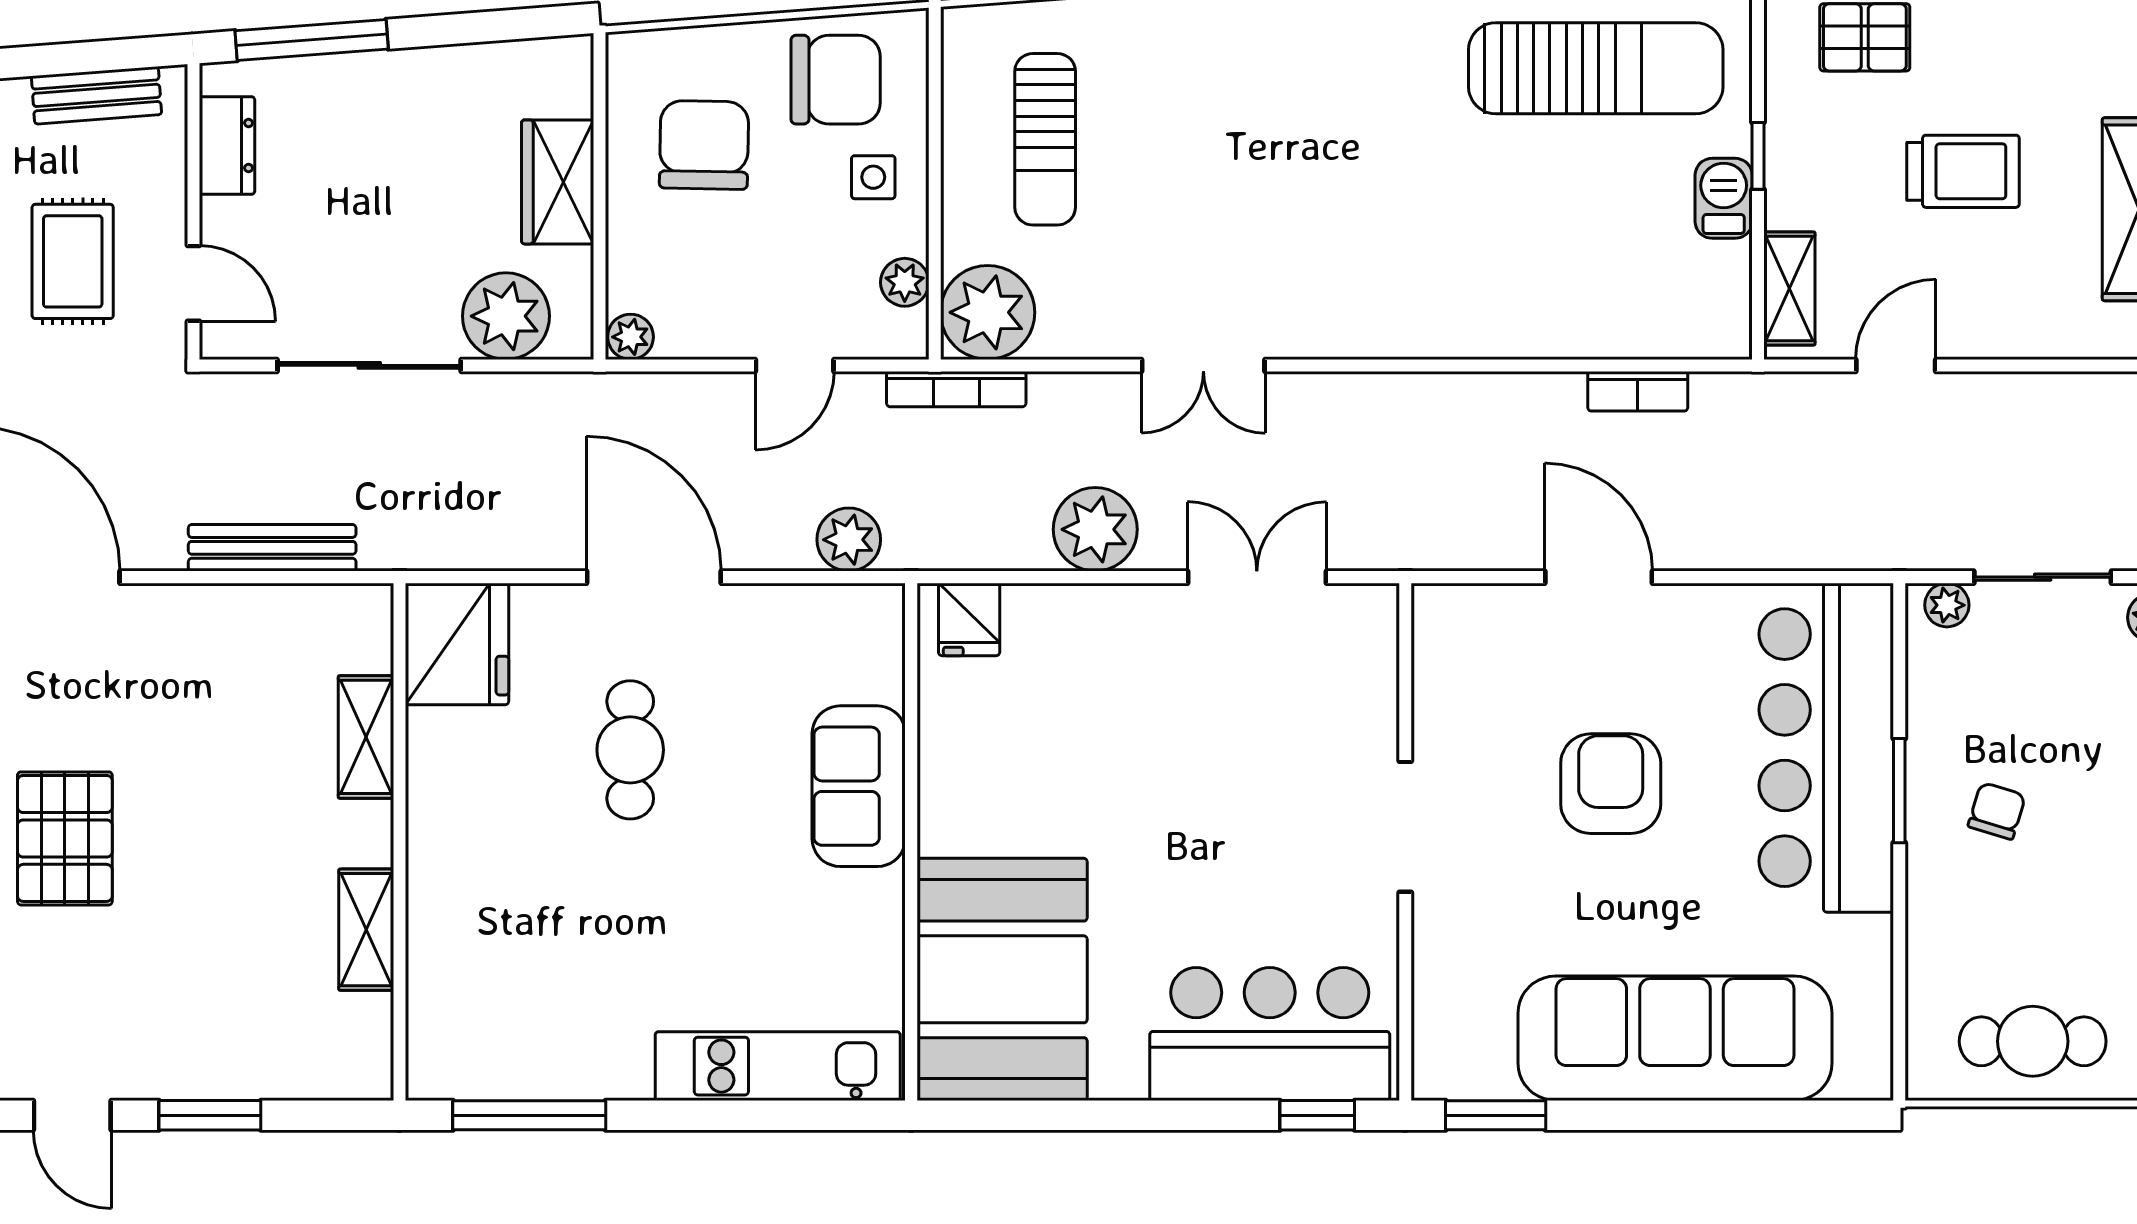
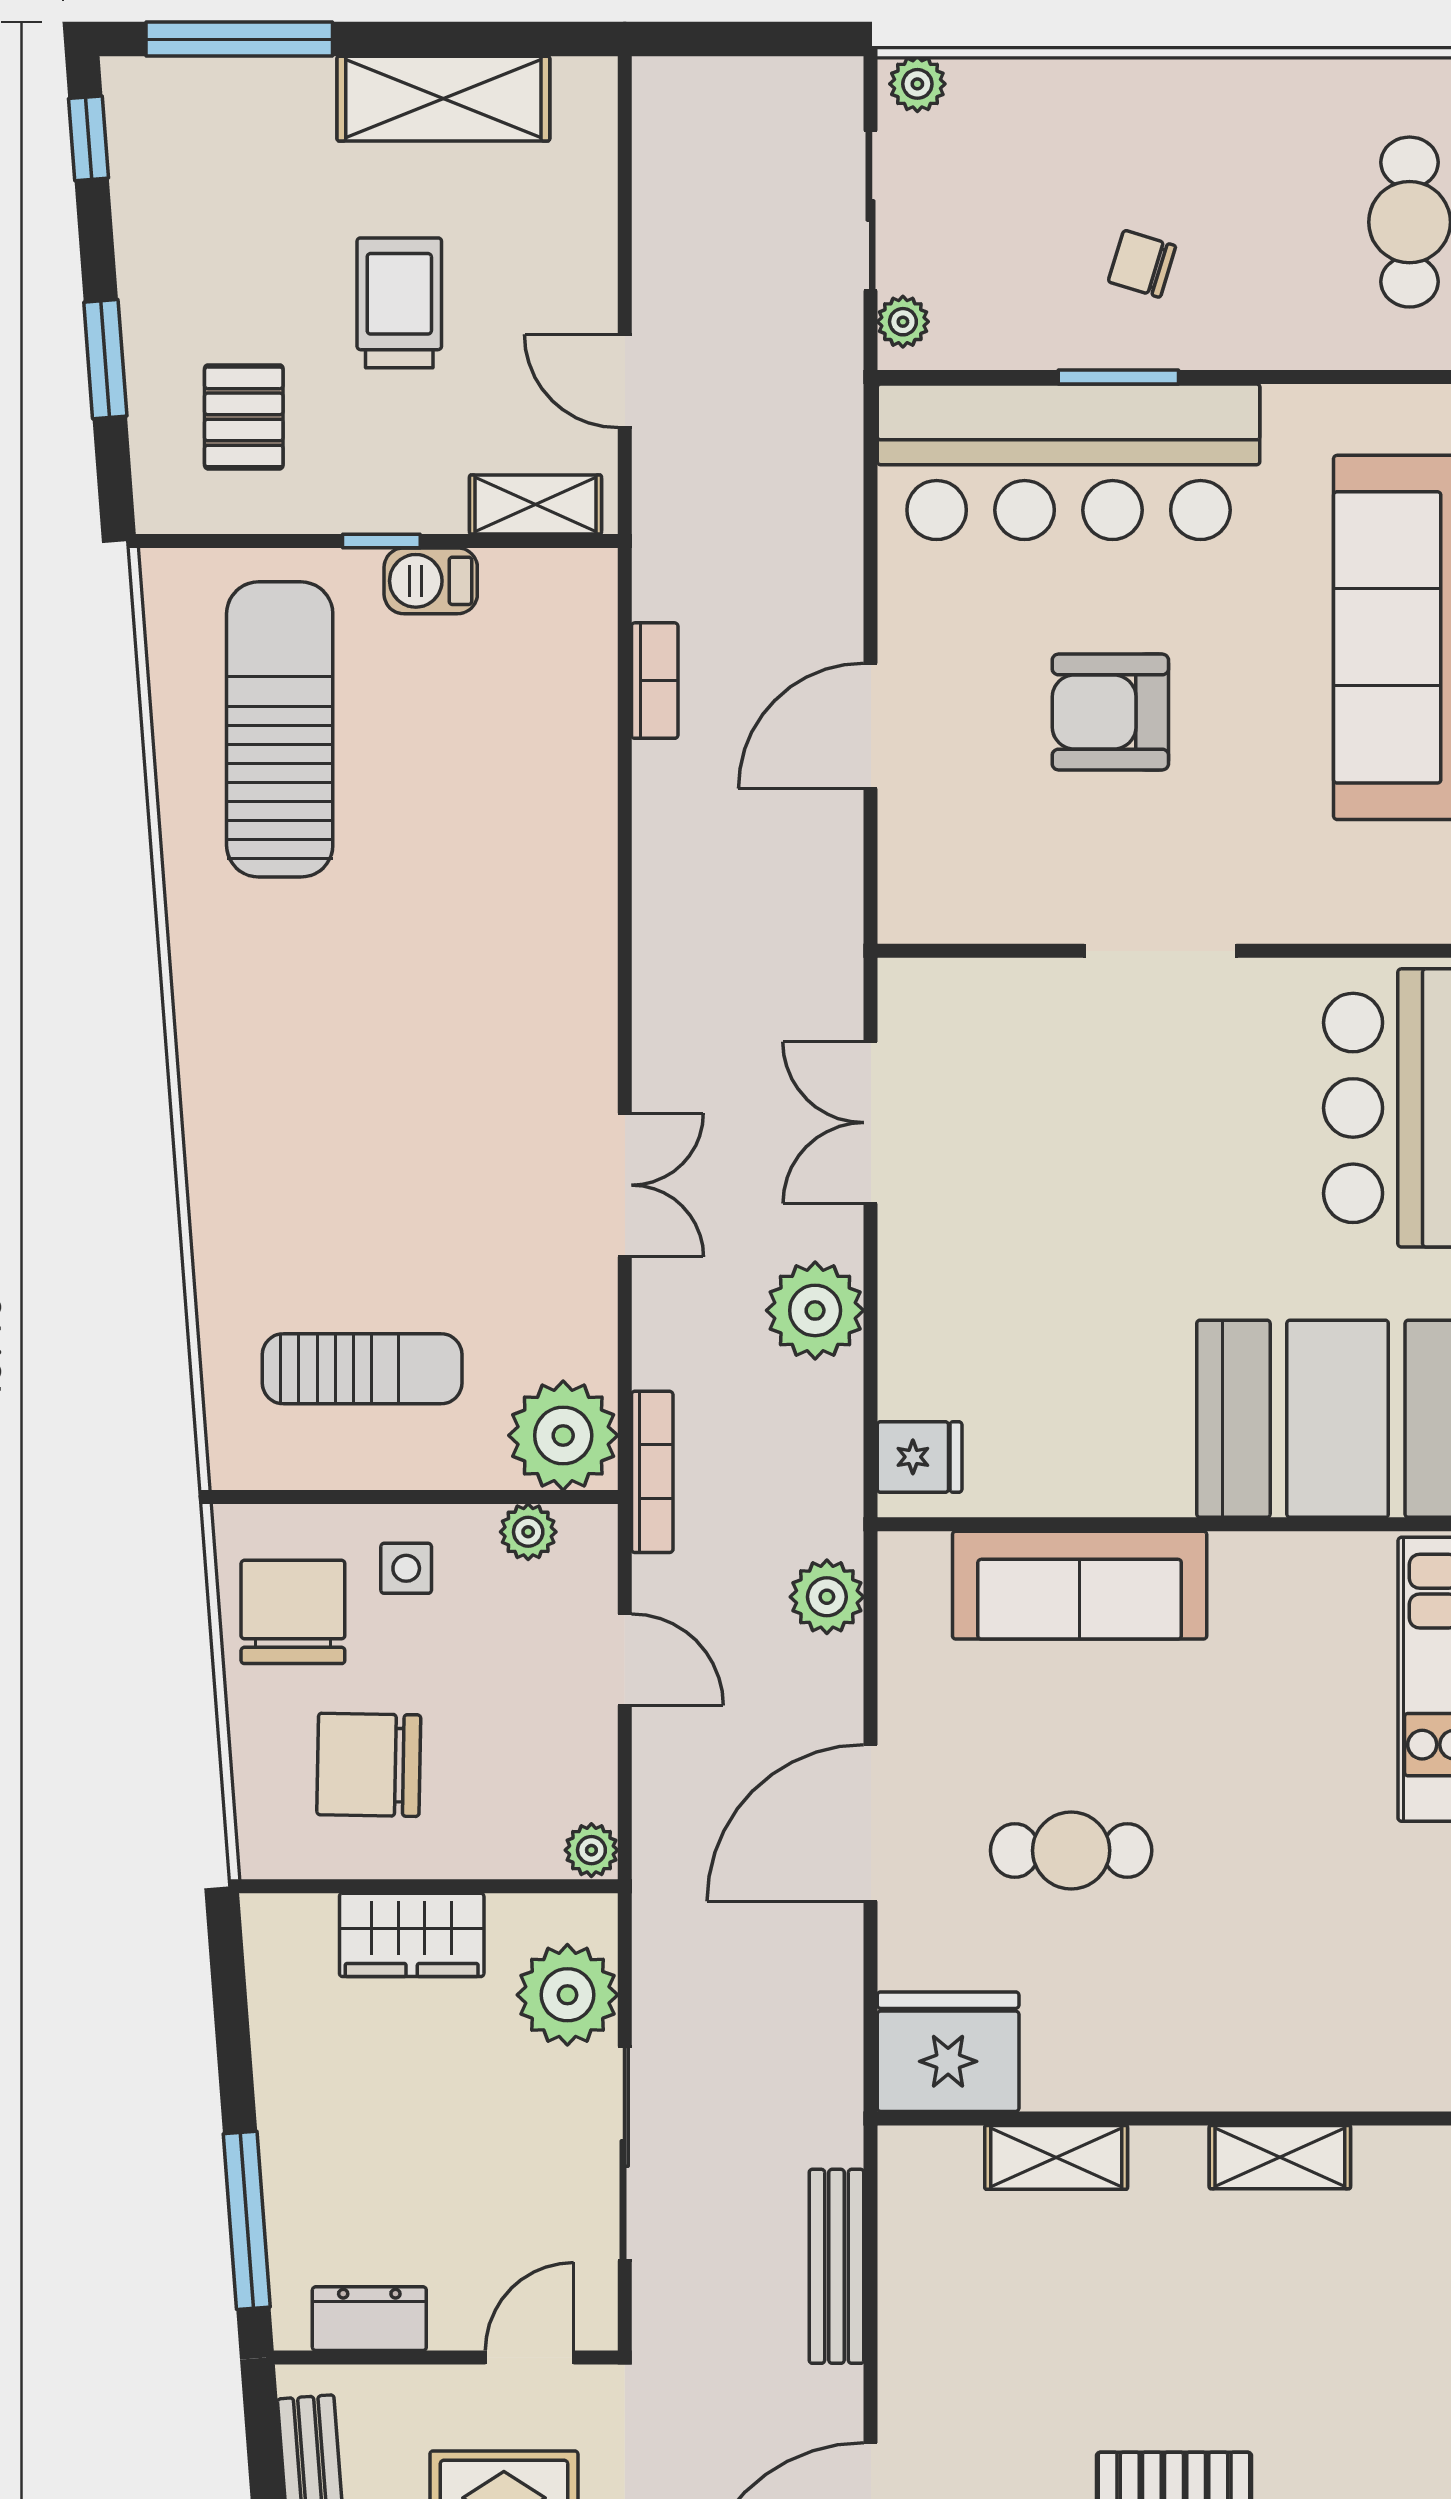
sofa: (859, 786) -> (1080, 1585), width x1.36

